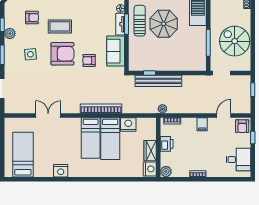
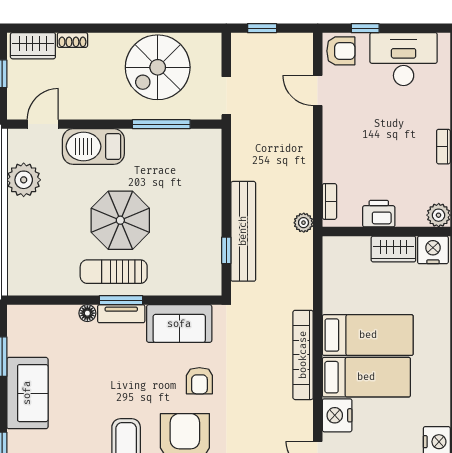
nightstand: (128, 124) -> (337, 415), moved
filing cabinet: (202, 124) -> (337, 137), removed
desk: (238, 160) -> (404, 59), width x1.37

